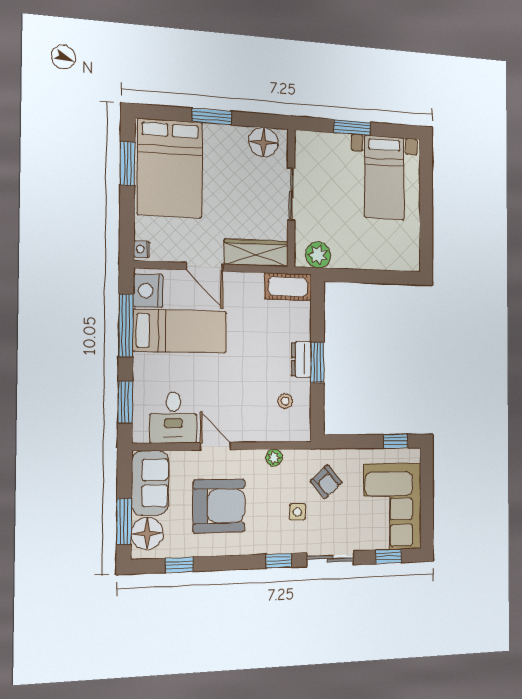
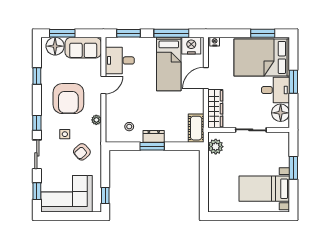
desk: (226, 148) -> (275, 90), added
armchair: (219, 506) -> (68, 99), moved
window: (179, 565) -> (37, 76), moved

